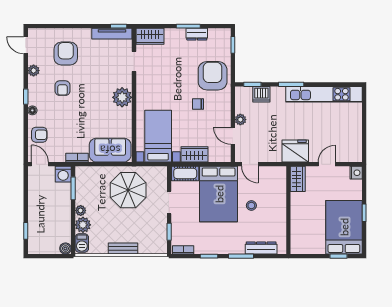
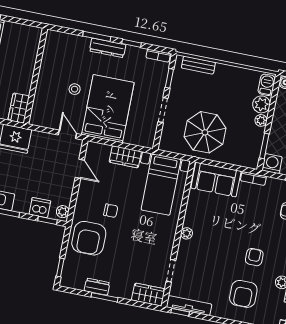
plant: (122, 97) -> (187, 233), width x0.53, depth x0.53
plant: (240, 120) -> (63, 212), moved
cot: (185, 173) -> (140, 138), removed
dresser: (261, 248) -> (108, 48), moved
bench: (123, 249) -> (198, 65), moved

